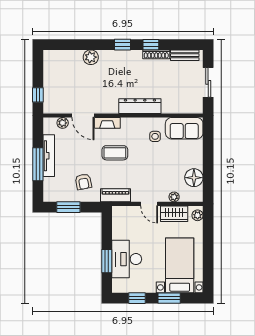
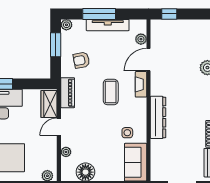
plant: (48, 196) -> (66, 25), added
wardrobe: (174, 214) -> (49, 104), moved

